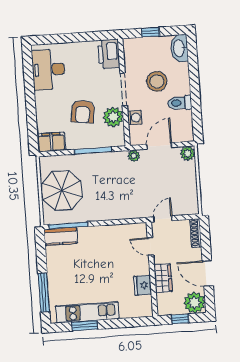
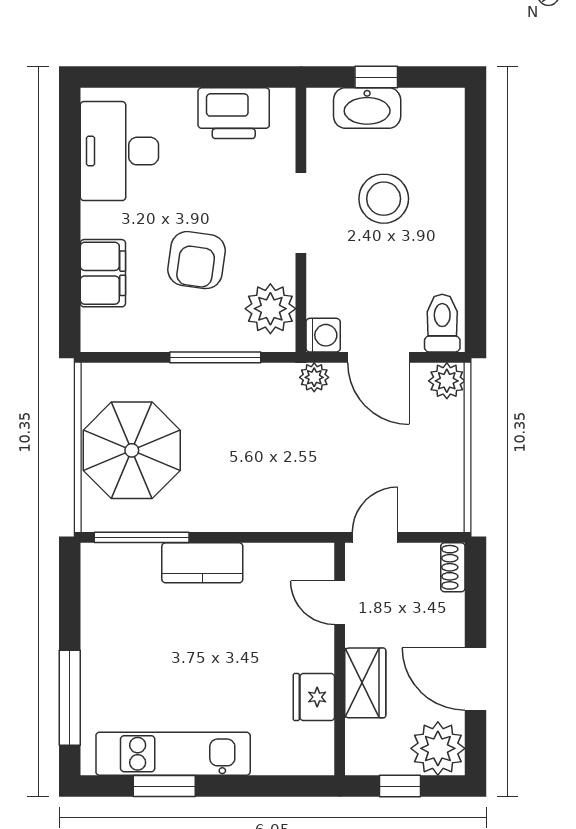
washbasin: (179, 48) -> (367, 108), moved, turned -90
printer: (109, 54) -> (234, 113), moved, turned -90
toilet: (180, 103) -> (442, 323), moved, turned 90
plant: (113, 117) -> (270, 309), moved
washing machine: (135, 118) -> (323, 335), moved
filing cabinet: (51, 142) -> (103, 273), moved, turned 90
door: (159, 146) -> (378, 357), swing flipped
shoe rack: (196, 233) -> (453, 567), width x0.70
kitchen counter: (61, 236) -> (202, 563), moved

